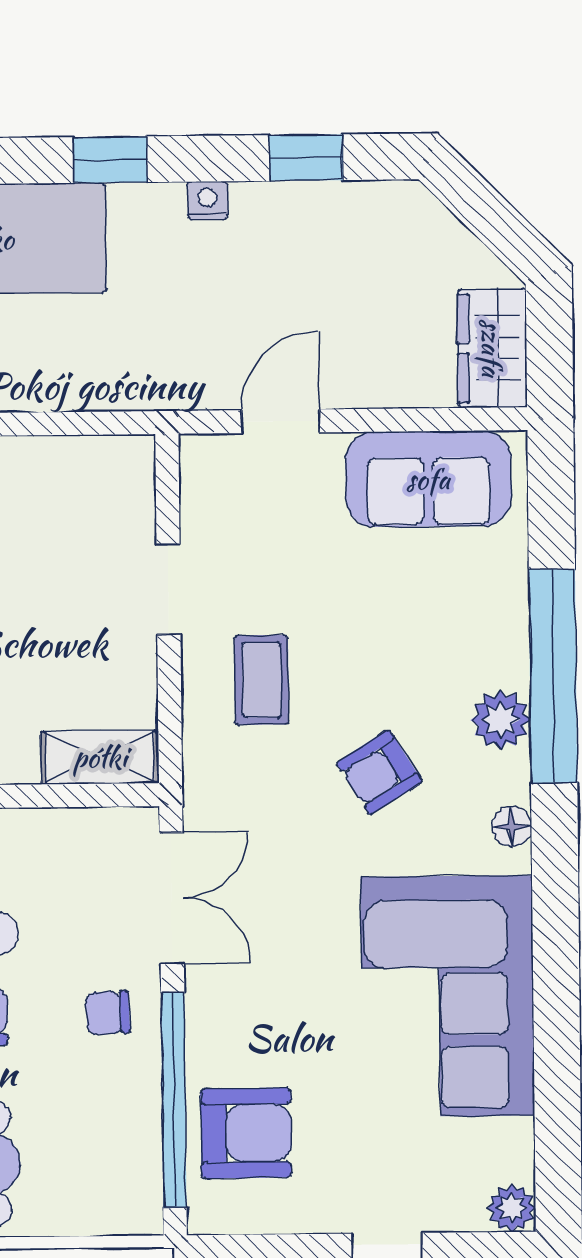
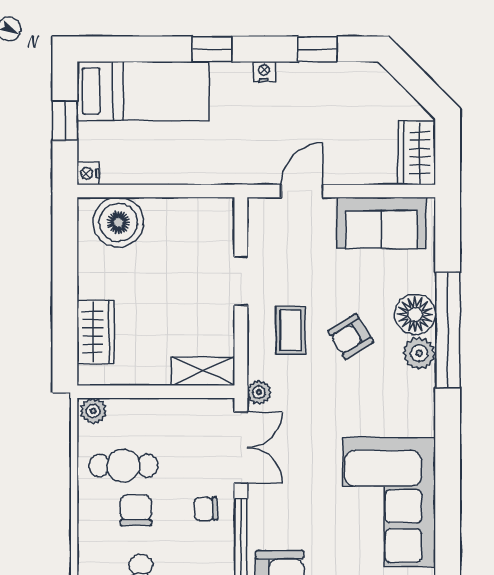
armchair: (379, 772) -> (351, 337), moved
plant: (204, 795) -> (259, 392), added
floor lamp: (512, 826) -> (415, 314), moved, width x1.89, depth x1.89

